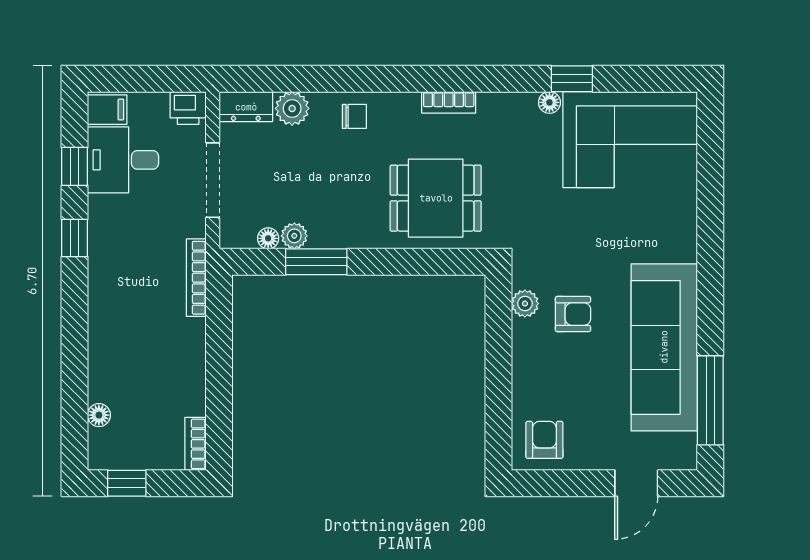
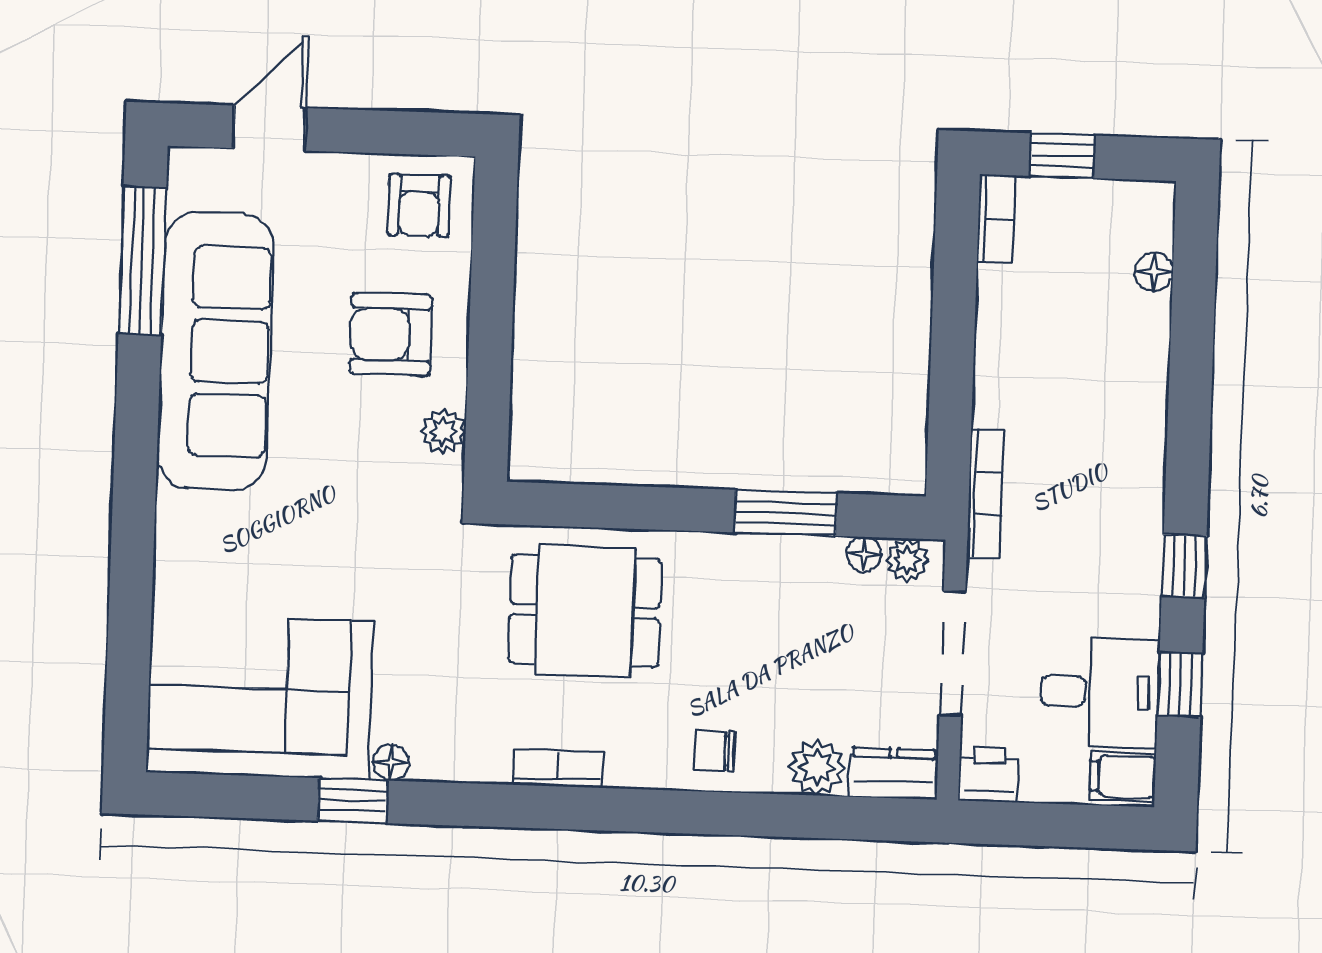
plant: (294, 236) -> (907, 560), moved
armchair: (573, 314) -> (391, 334), moved, width x1.38, depth x1.38
window: (127, 483) -> (1062, 156), moved

